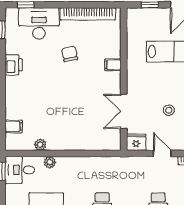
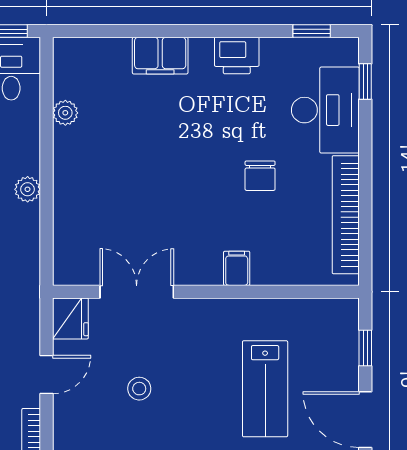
chair: (70, 54) -> (260, 176), turned 102
filing cabinet: (14, 126) -> (160, 56), moved, width x2.00
plant: (50, 162) -> (28, 189), moved

